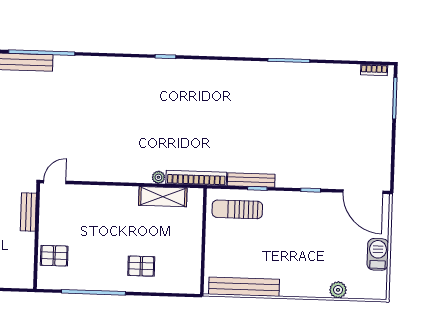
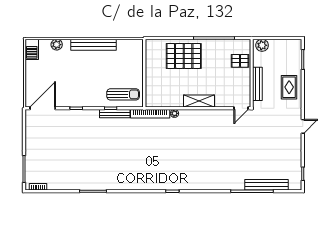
door: (363, 192) -> (43, 108), hinge flipped
shelving: (163, 197) -> (199, 101), moved
bench: (28, 212) -> (257, 84), width x1.36
barbecue: (378, 254) -> (32, 49), moved
pallet: (141, 266) -> (184, 56), width x2.05, depth x2.00
plant: (19, 279) -> (262, 45), added
bench: (244, 287) -> (93, 45), moved

